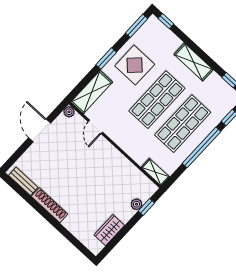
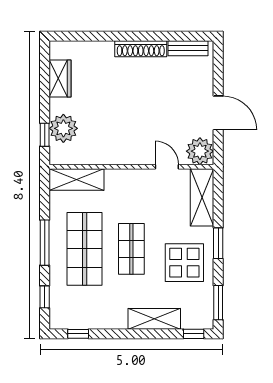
shelving: (194, 62) -> (154, 319), moved
shop shelf: (157, 100) -> (131, 249), width x0.70, depth x0.74
plant: (69, 112) -> (200, 151), width x1.88, depth x1.88
window: (202, 147) -> (45, 243), width x0.68
shelving: (155, 172) -> (77, 180), width x1.50, depth x1.33
plant: (136, 204) -> (63, 128), width x1.88, depth x1.88

